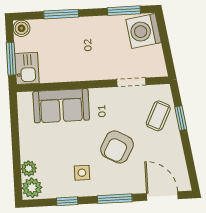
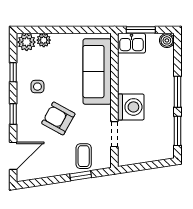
window: (61, 14) -> (177, 92), moved
washing machine: (144, 31) -> (131, 107), moved, turned 99
sofa: (61, 106) -> (97, 72), width x1.36
coffee table: (158, 116) -> (84, 156), turned 64
window: (115, 199) -> (13, 114), width x0.67

